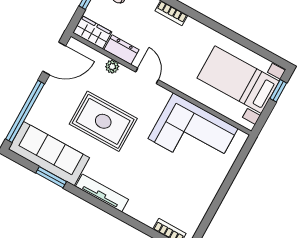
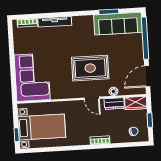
rug: (103, 121) -> (90, 68), moved
corner sofa: (193, 133) -> (32, 77), moved, turned 90
tv unit: (102, 193) -> (55, 22), moved

